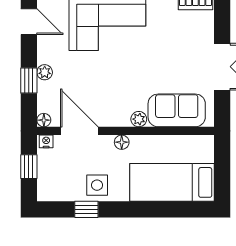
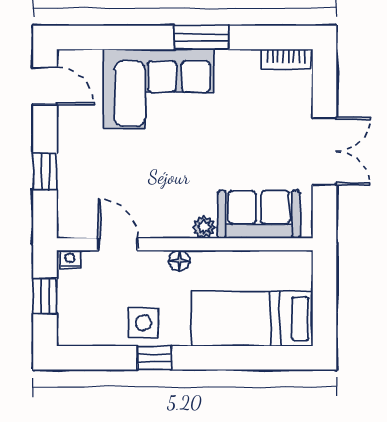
plant: (45, 72) -> (68, 159), removed
floor lamp: (44, 120) -> (66, 229), removed
door: (79, 131) -> (118, 244), width x0.73
window: (86, 209) -> (154, 358), moved

